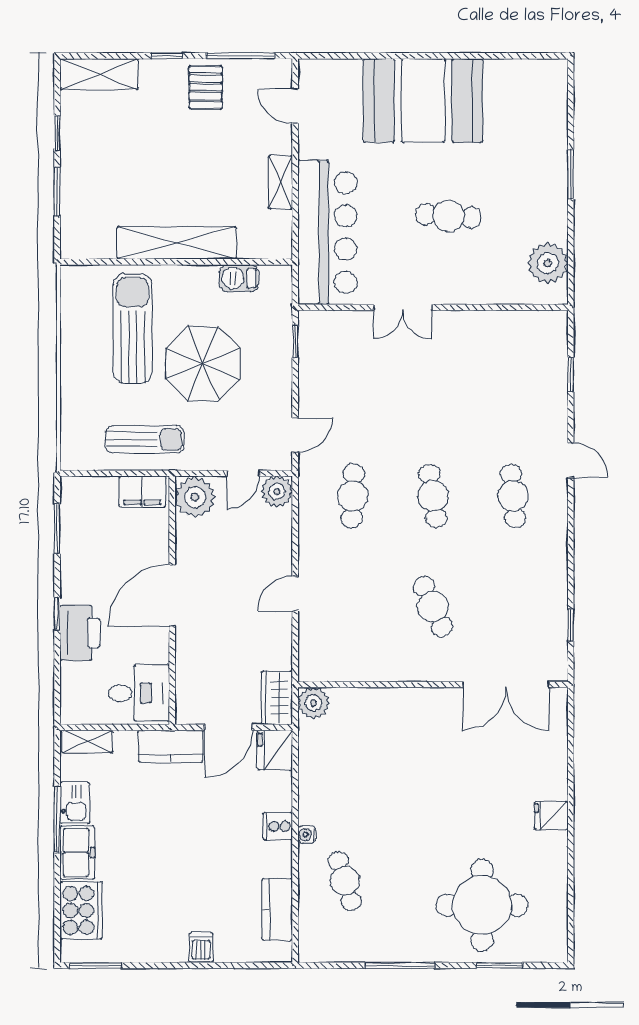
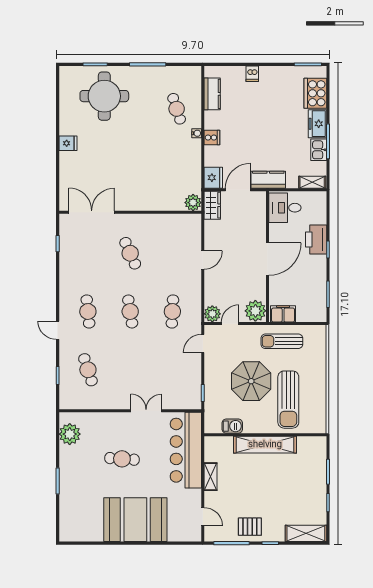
pallet: (206, 87) -> (250, 527), turned 90
cafe table: (513, 385) -> (88, 370), added

